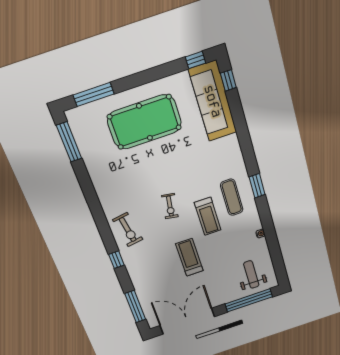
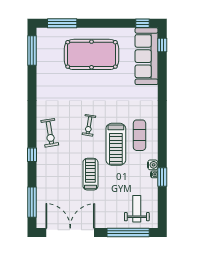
window: (257, 186) -> (162, 177), moved
treadmill: (208, 216) -> (116, 144), width x1.37, depth x1.38
water cooler: (256, 224) -> (153, 165), added

